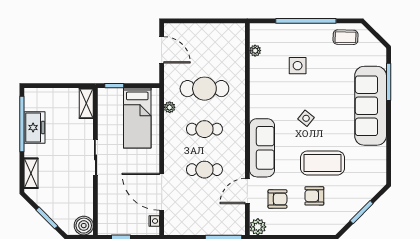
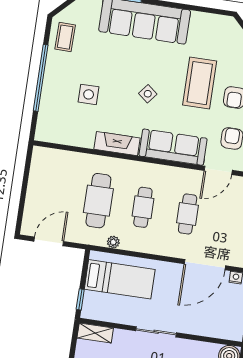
plant: (255, 51) -> (65, 139), removed
fireplace: (258, 98) -> (117, 144), added
door: (247, 191) -> (218, 170), hinge flipped

